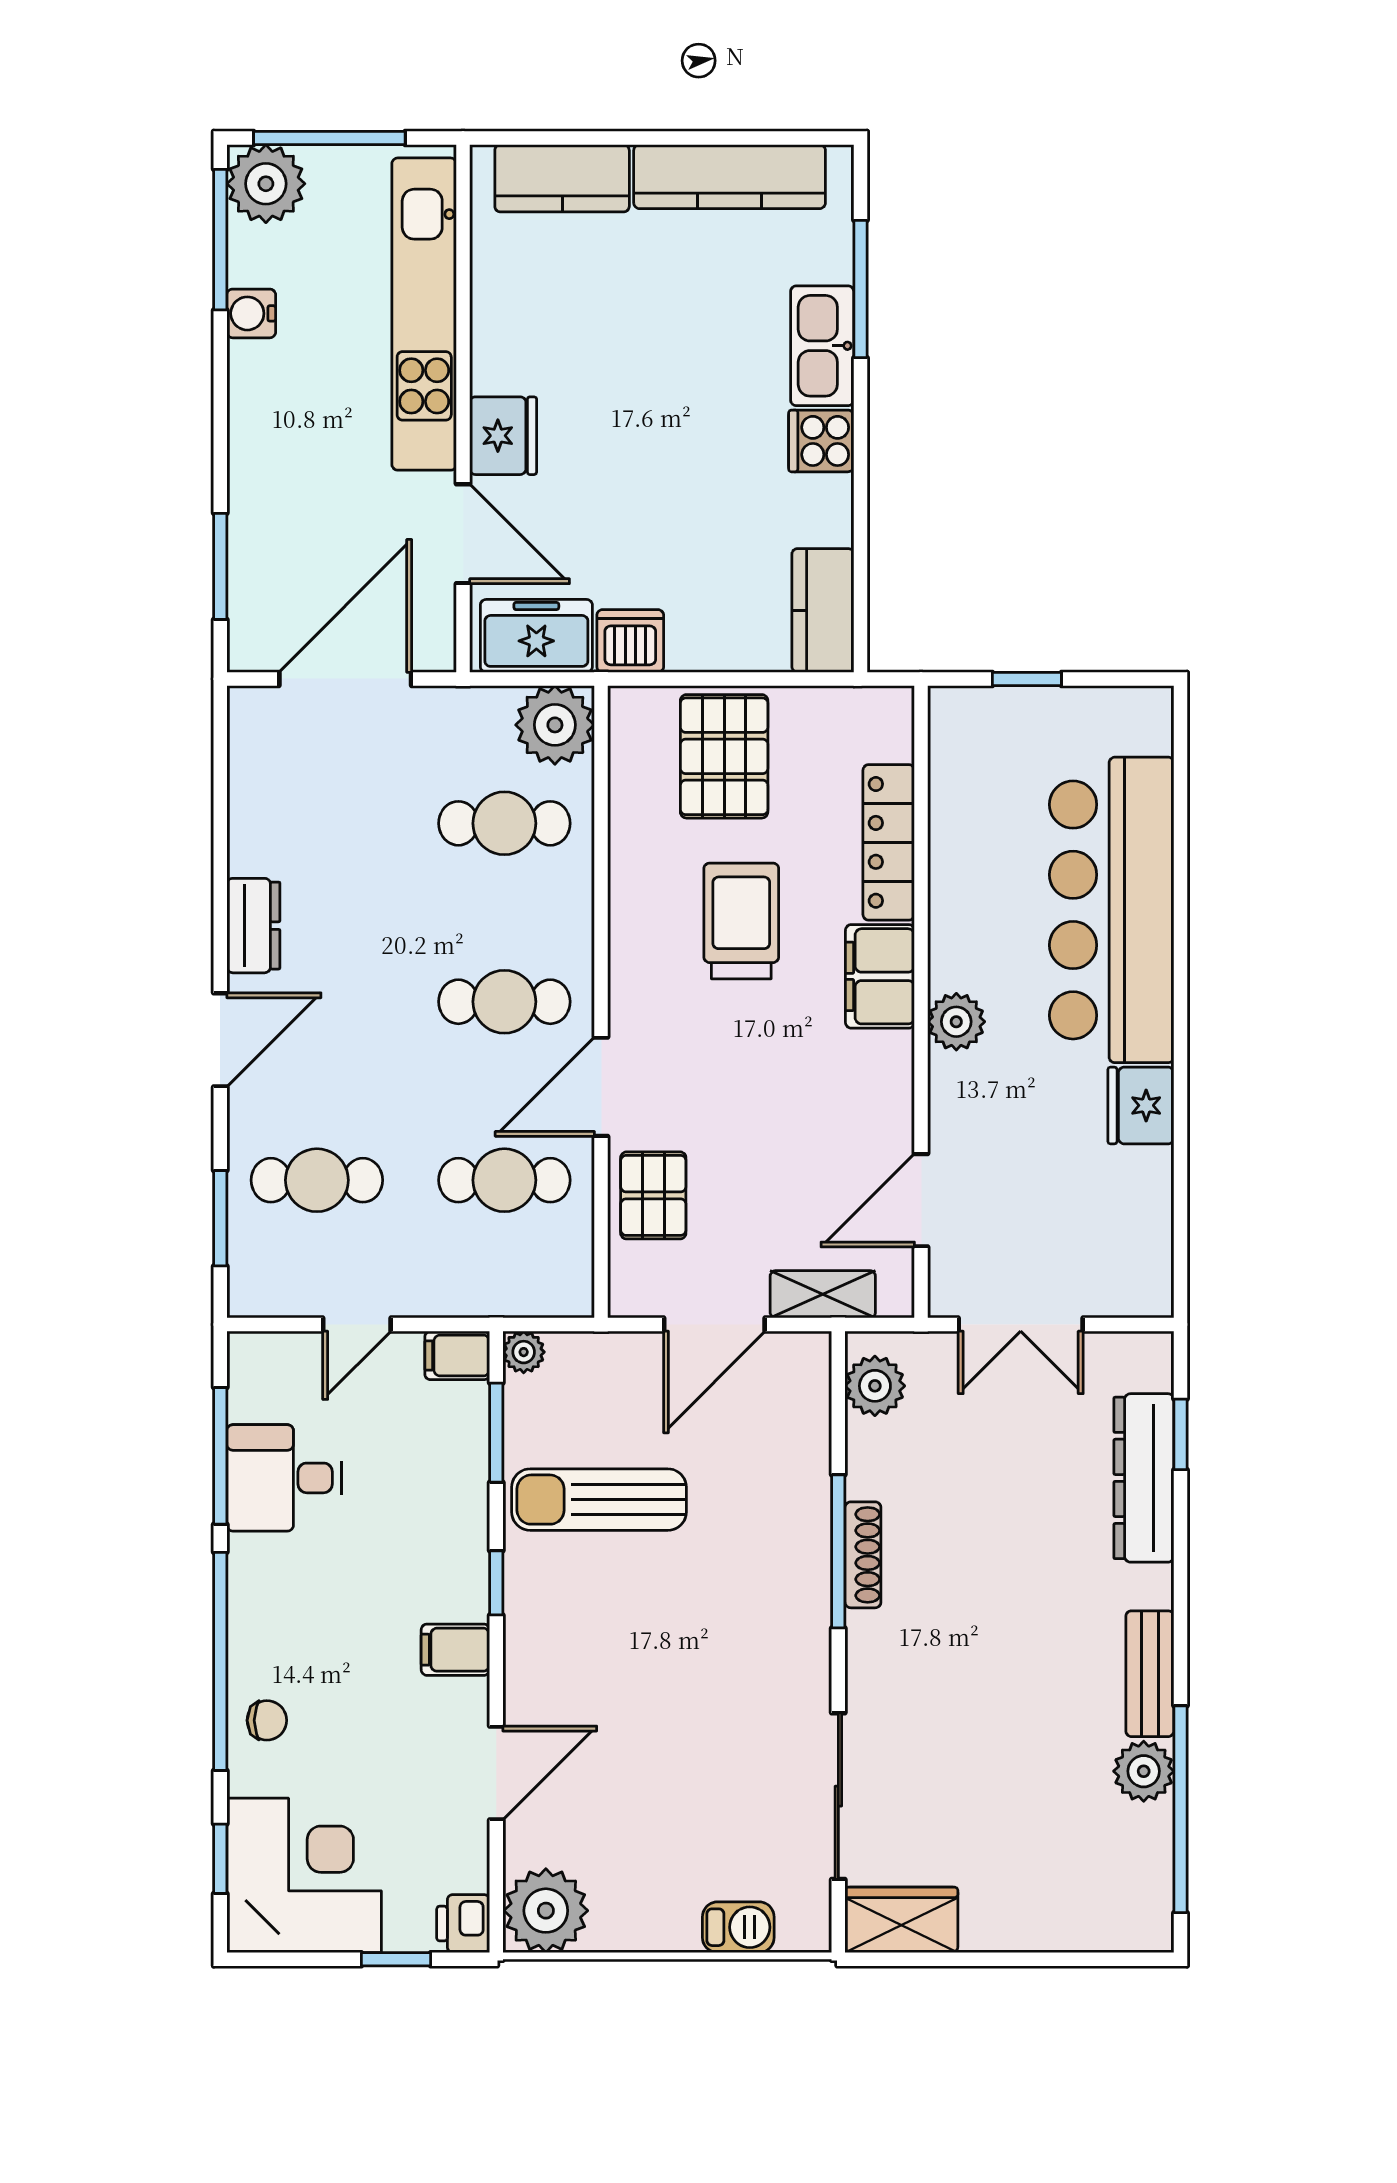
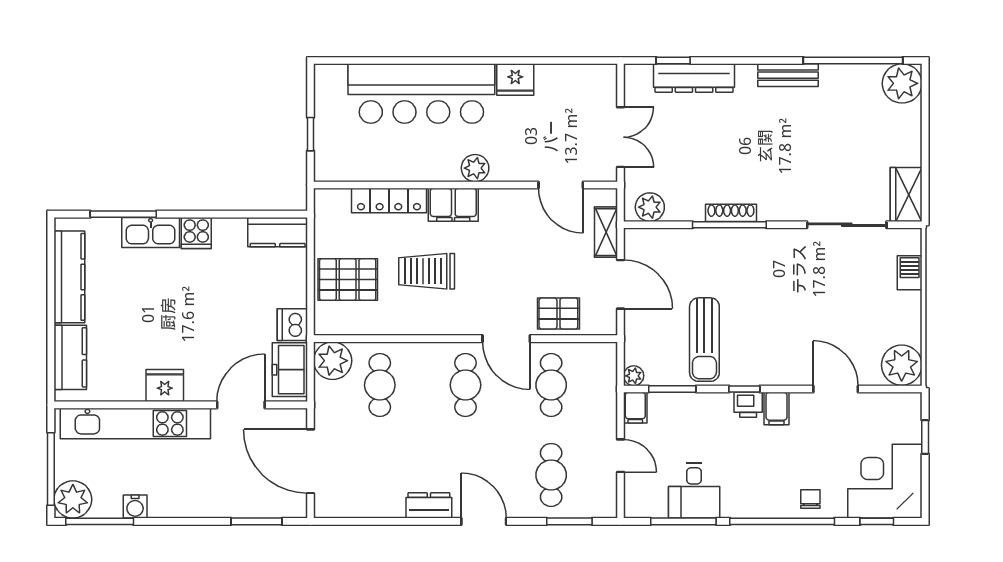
fridge: (503, 436) -> (165, 386), moved
plant: (1144, 1771) -> (902, 83), moved, width x1.36, depth x1.36
printer: (463, 1924) -> (748, 405), moved

